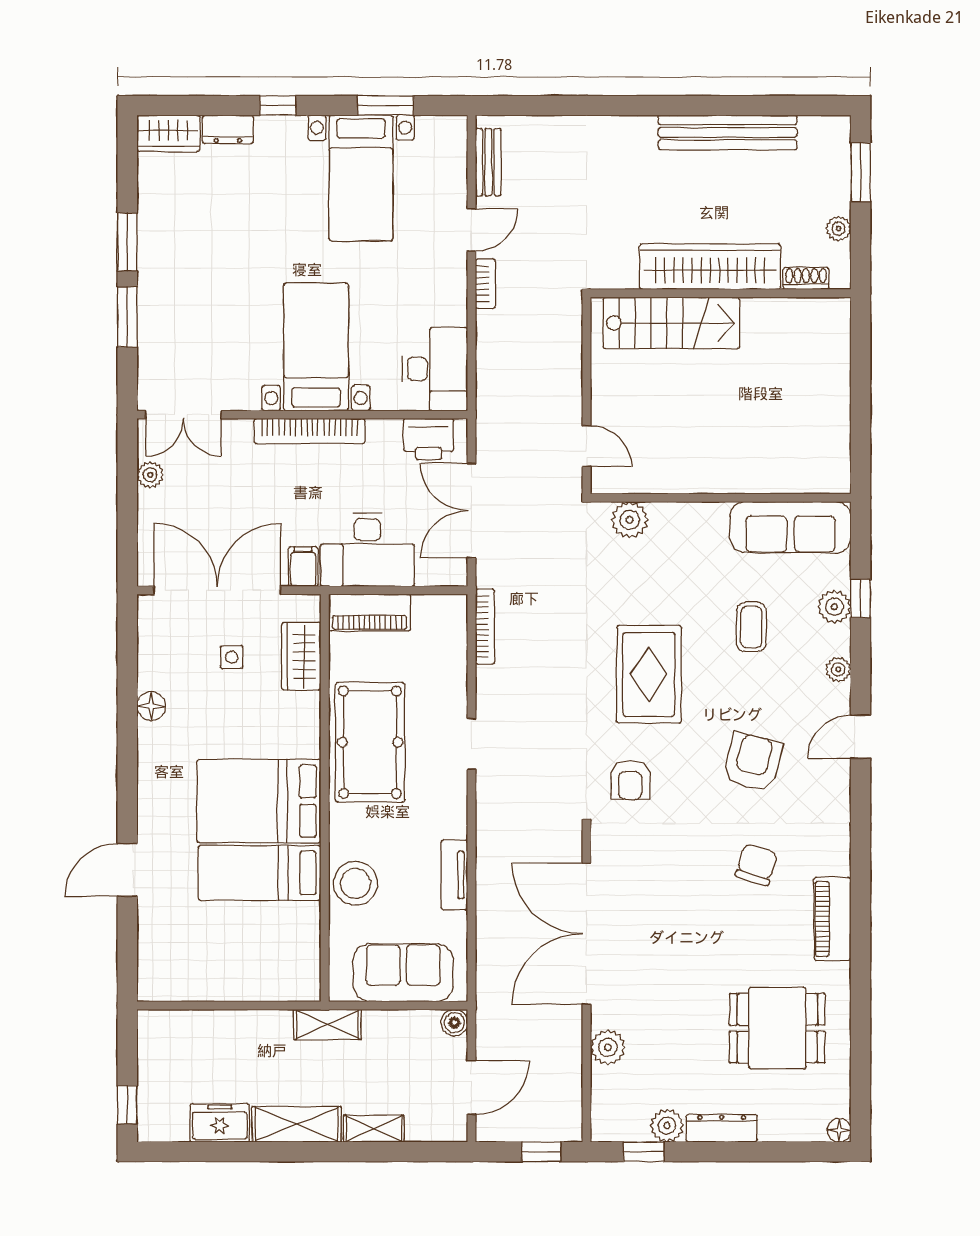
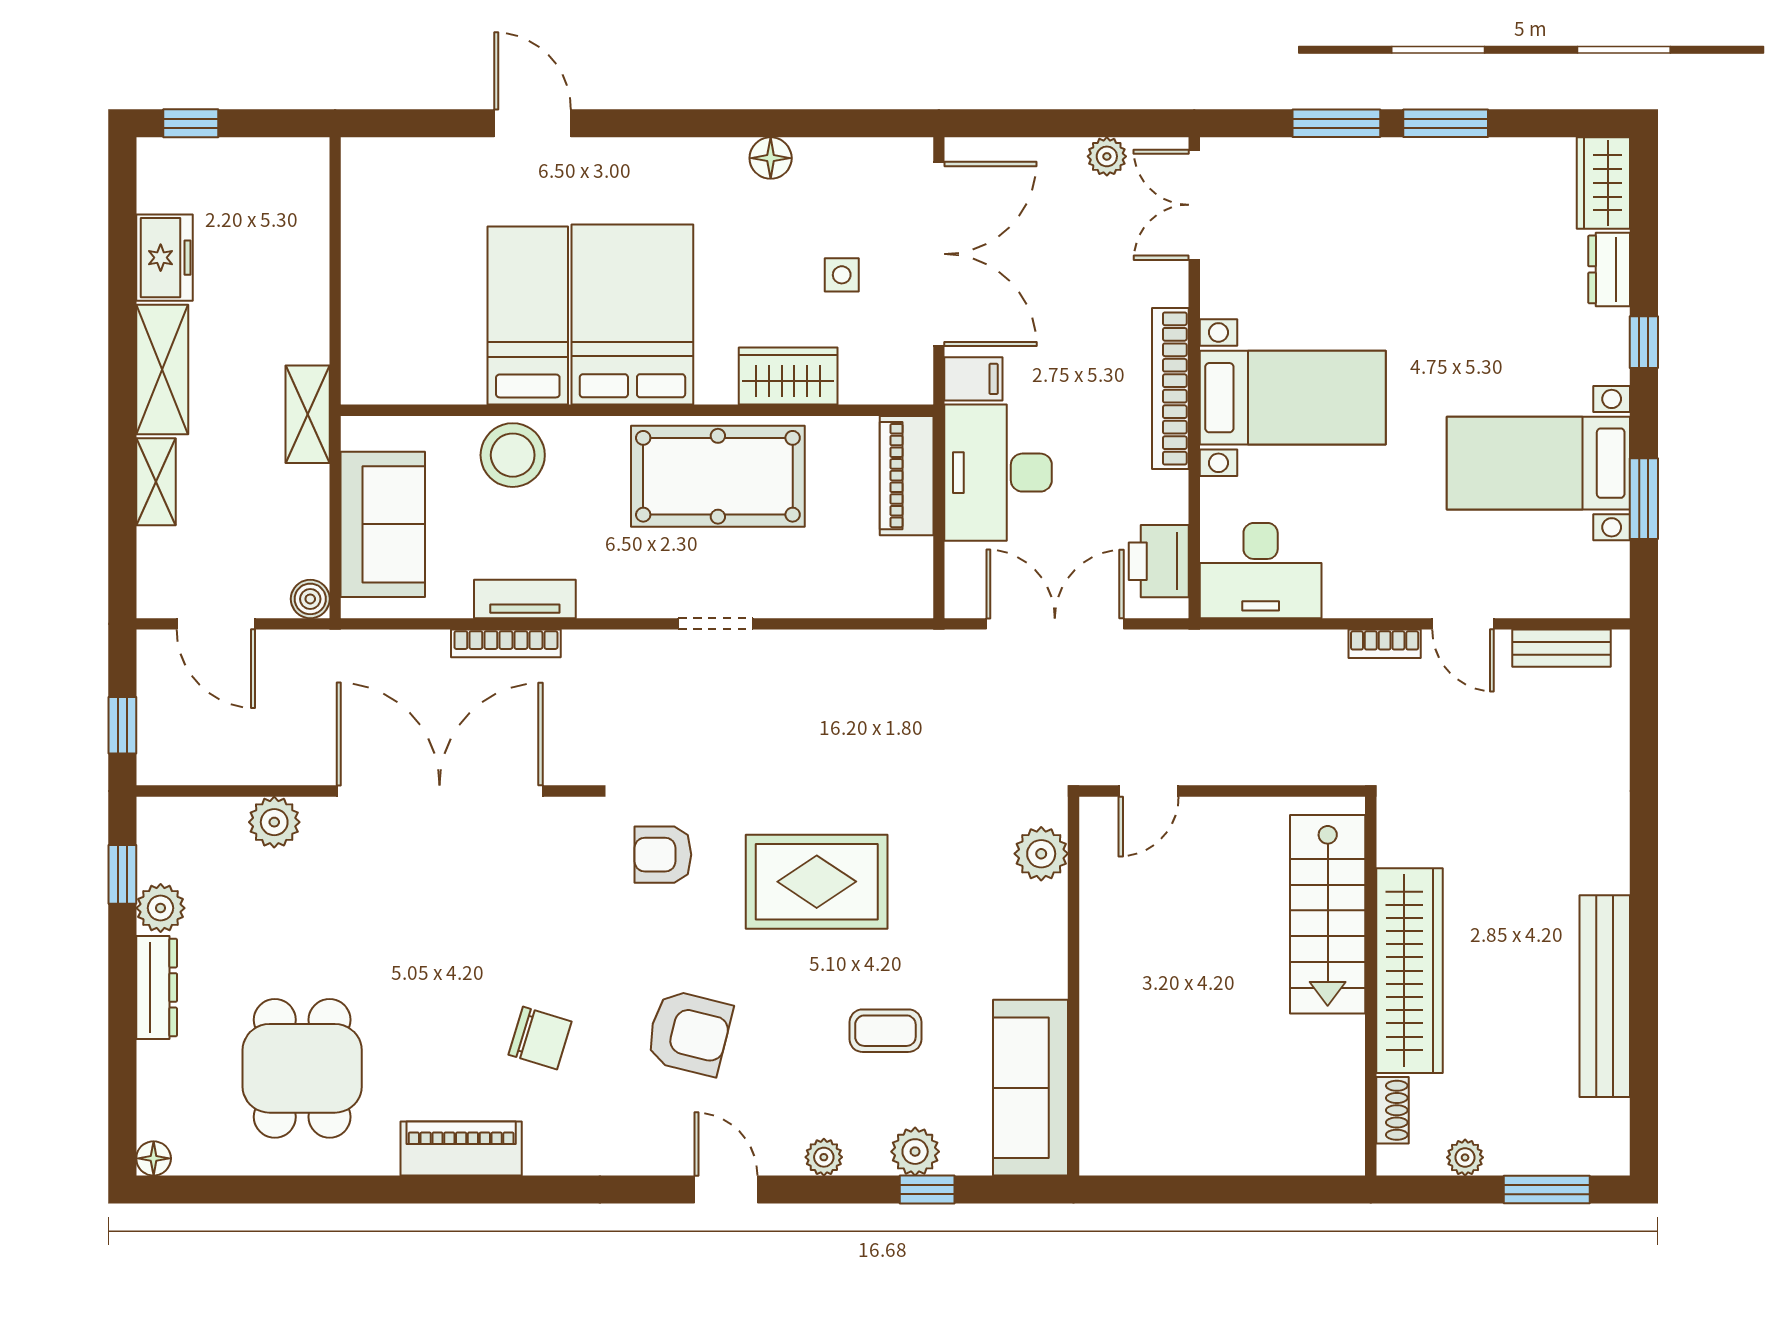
bookcase: (485, 627) -> (506, 643), moved
wardrobe: (301, 656) -> (788, 376), moved

